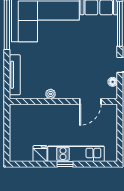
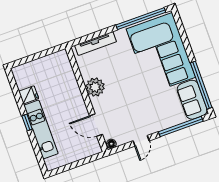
floor lamp: (113, 82) -> (111, 144), moved
plant: (51, 94) -> (95, 87), width x1.87, depth x1.87

